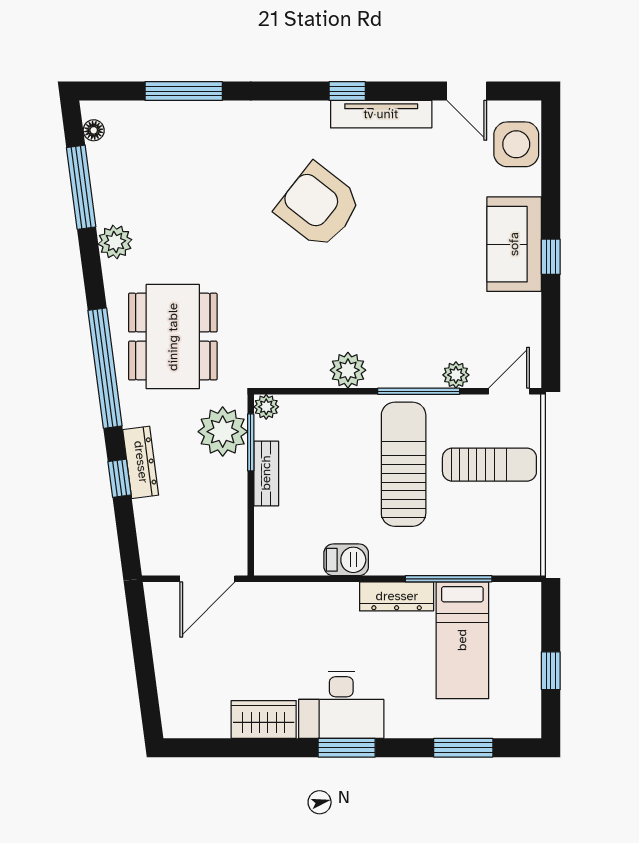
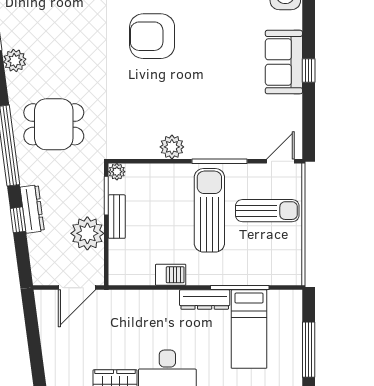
armchair: (319, 206) -> (152, 36), turned -38
dining table: (173, 337) -> (54, 124), width x0.73
plant: (456, 375) -> (245, 150), removed
plant: (223, 432) -> (87, 233), moved
window: (551, 671) -> (309, 350), width x2.17

